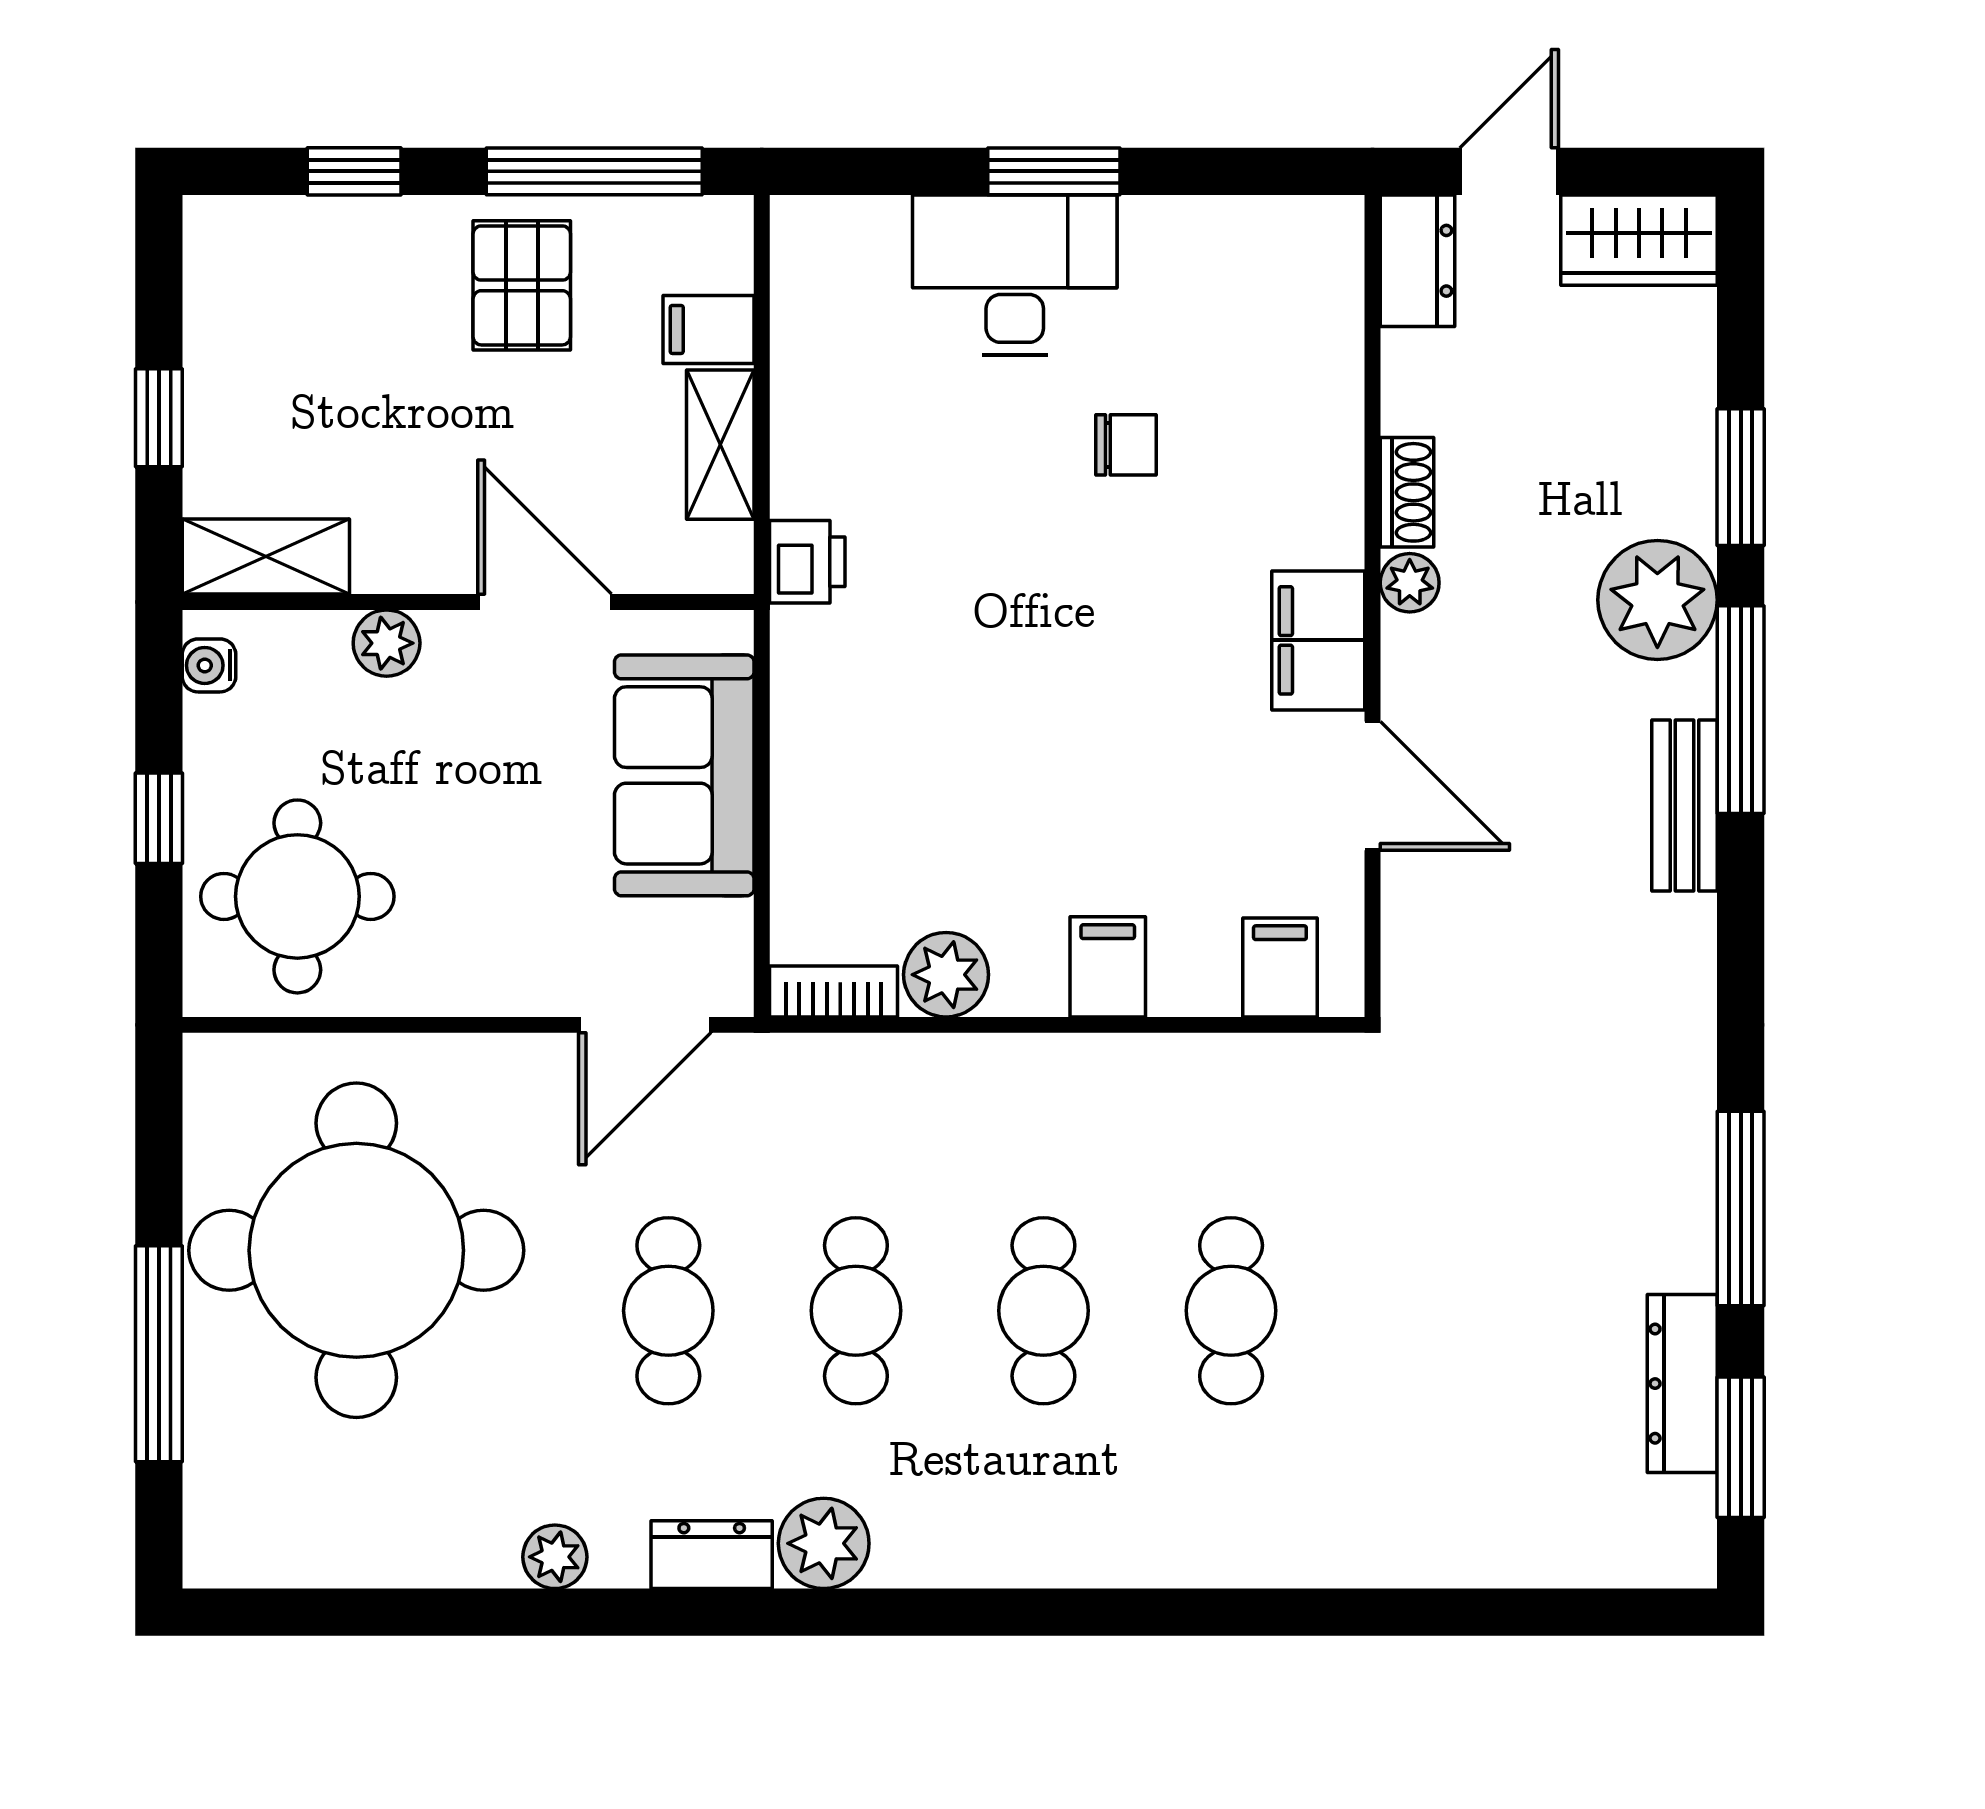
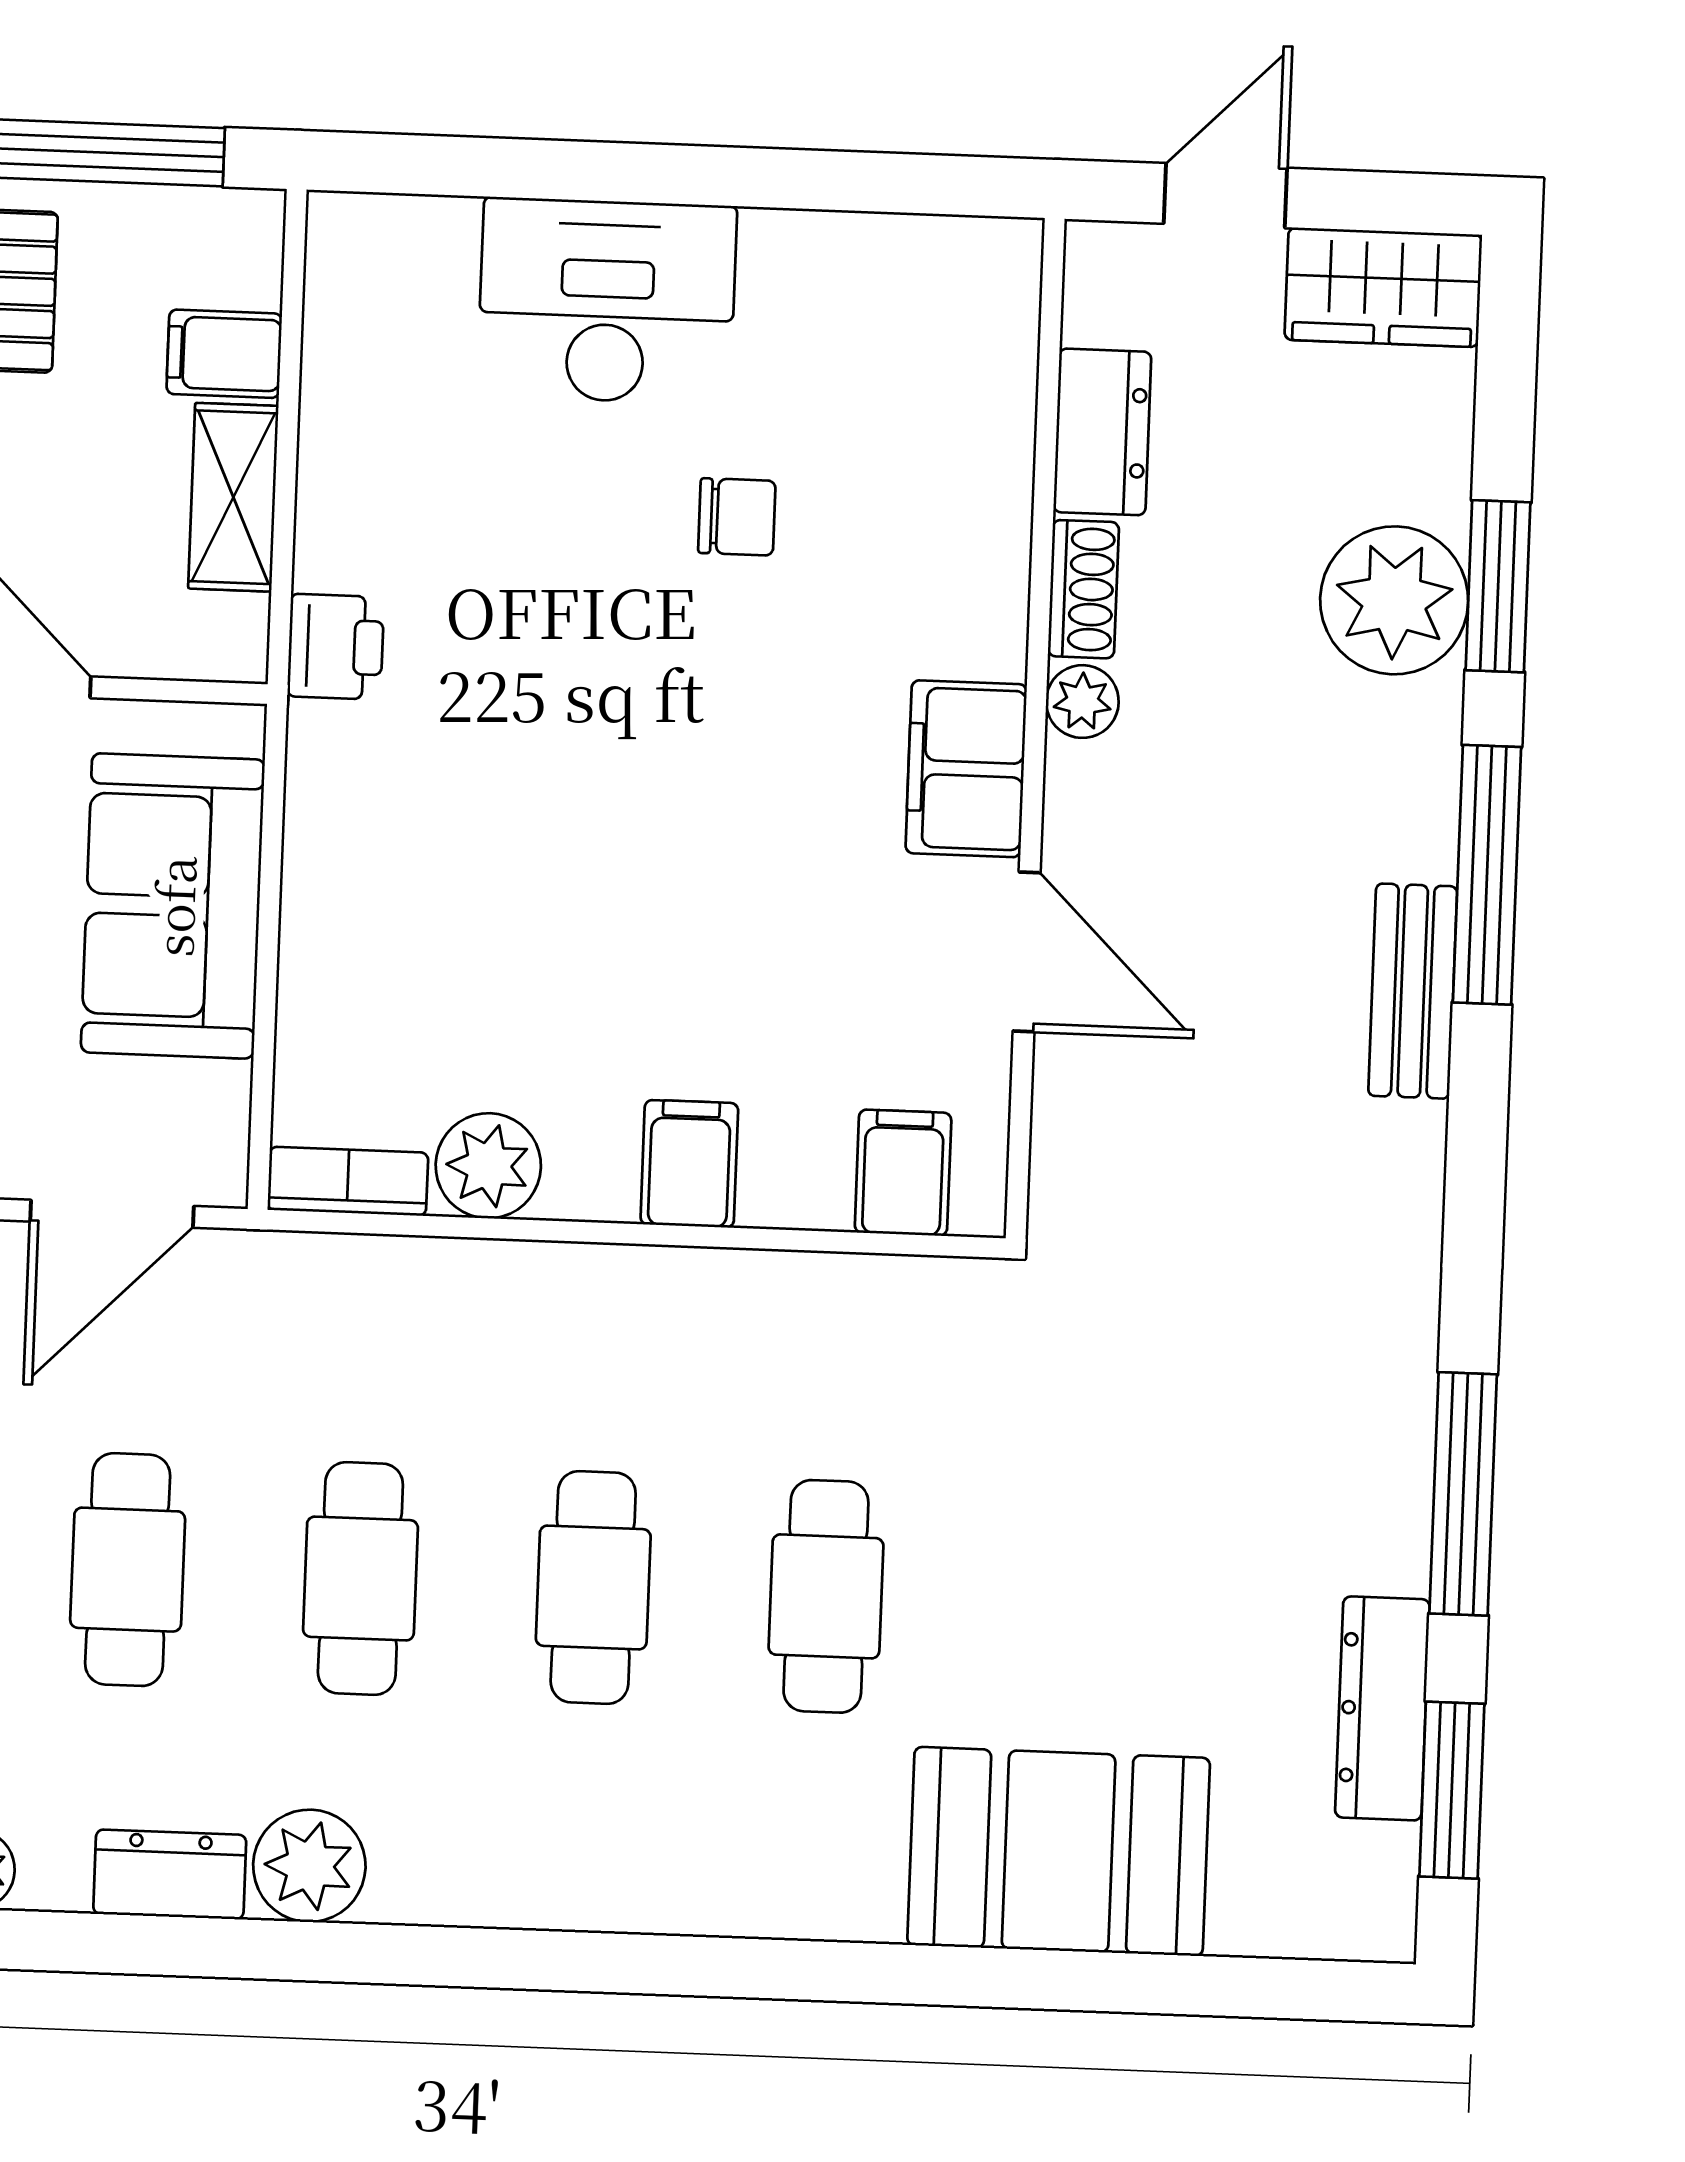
window: (1054, 171) -> (660, 174), removed
dresser: (1417, 261) -> (1102, 432), moved
plant: (1657, 600) -> (1394, 600), moved
booth: (1426, 1509) -> (1059, 1852), added

